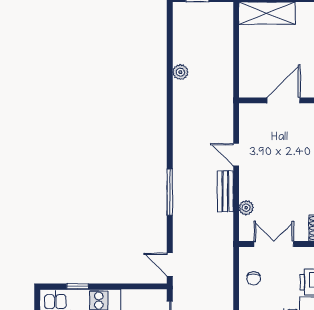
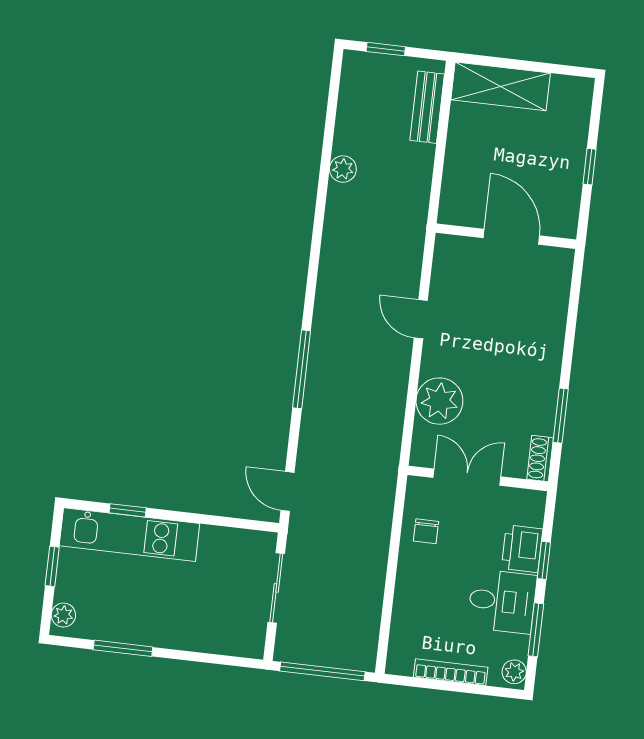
door: (283, 100) -> (511, 237), hinge flipped
bench: (225, 191) -> (427, 107), moved
plant: (246, 208) -> (439, 401), width x1.87, depth x1.87

